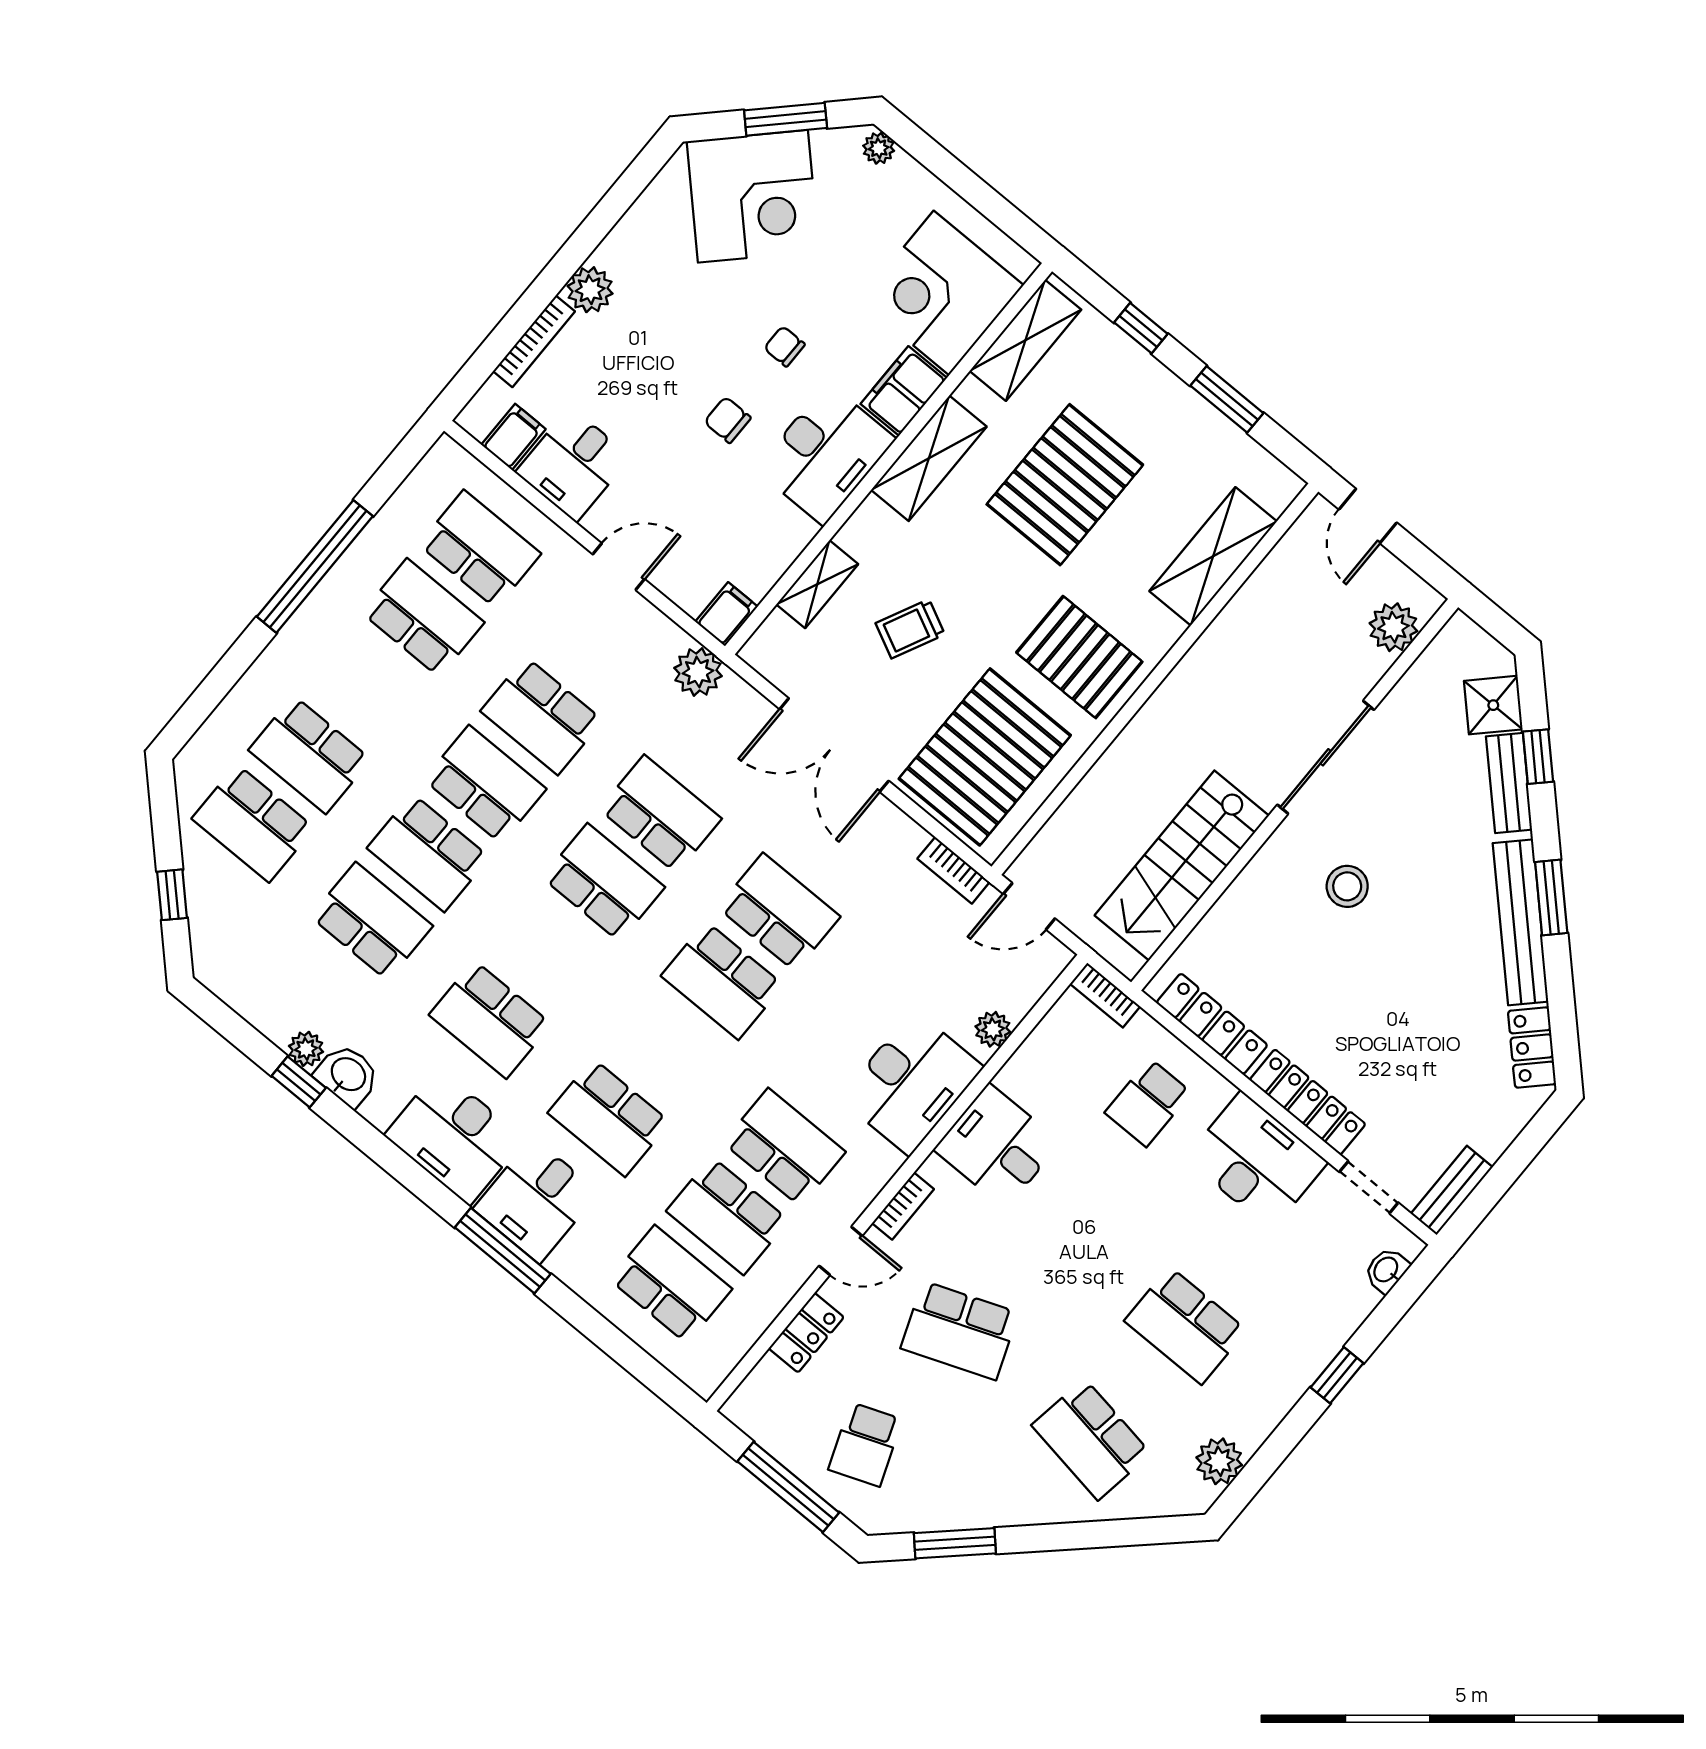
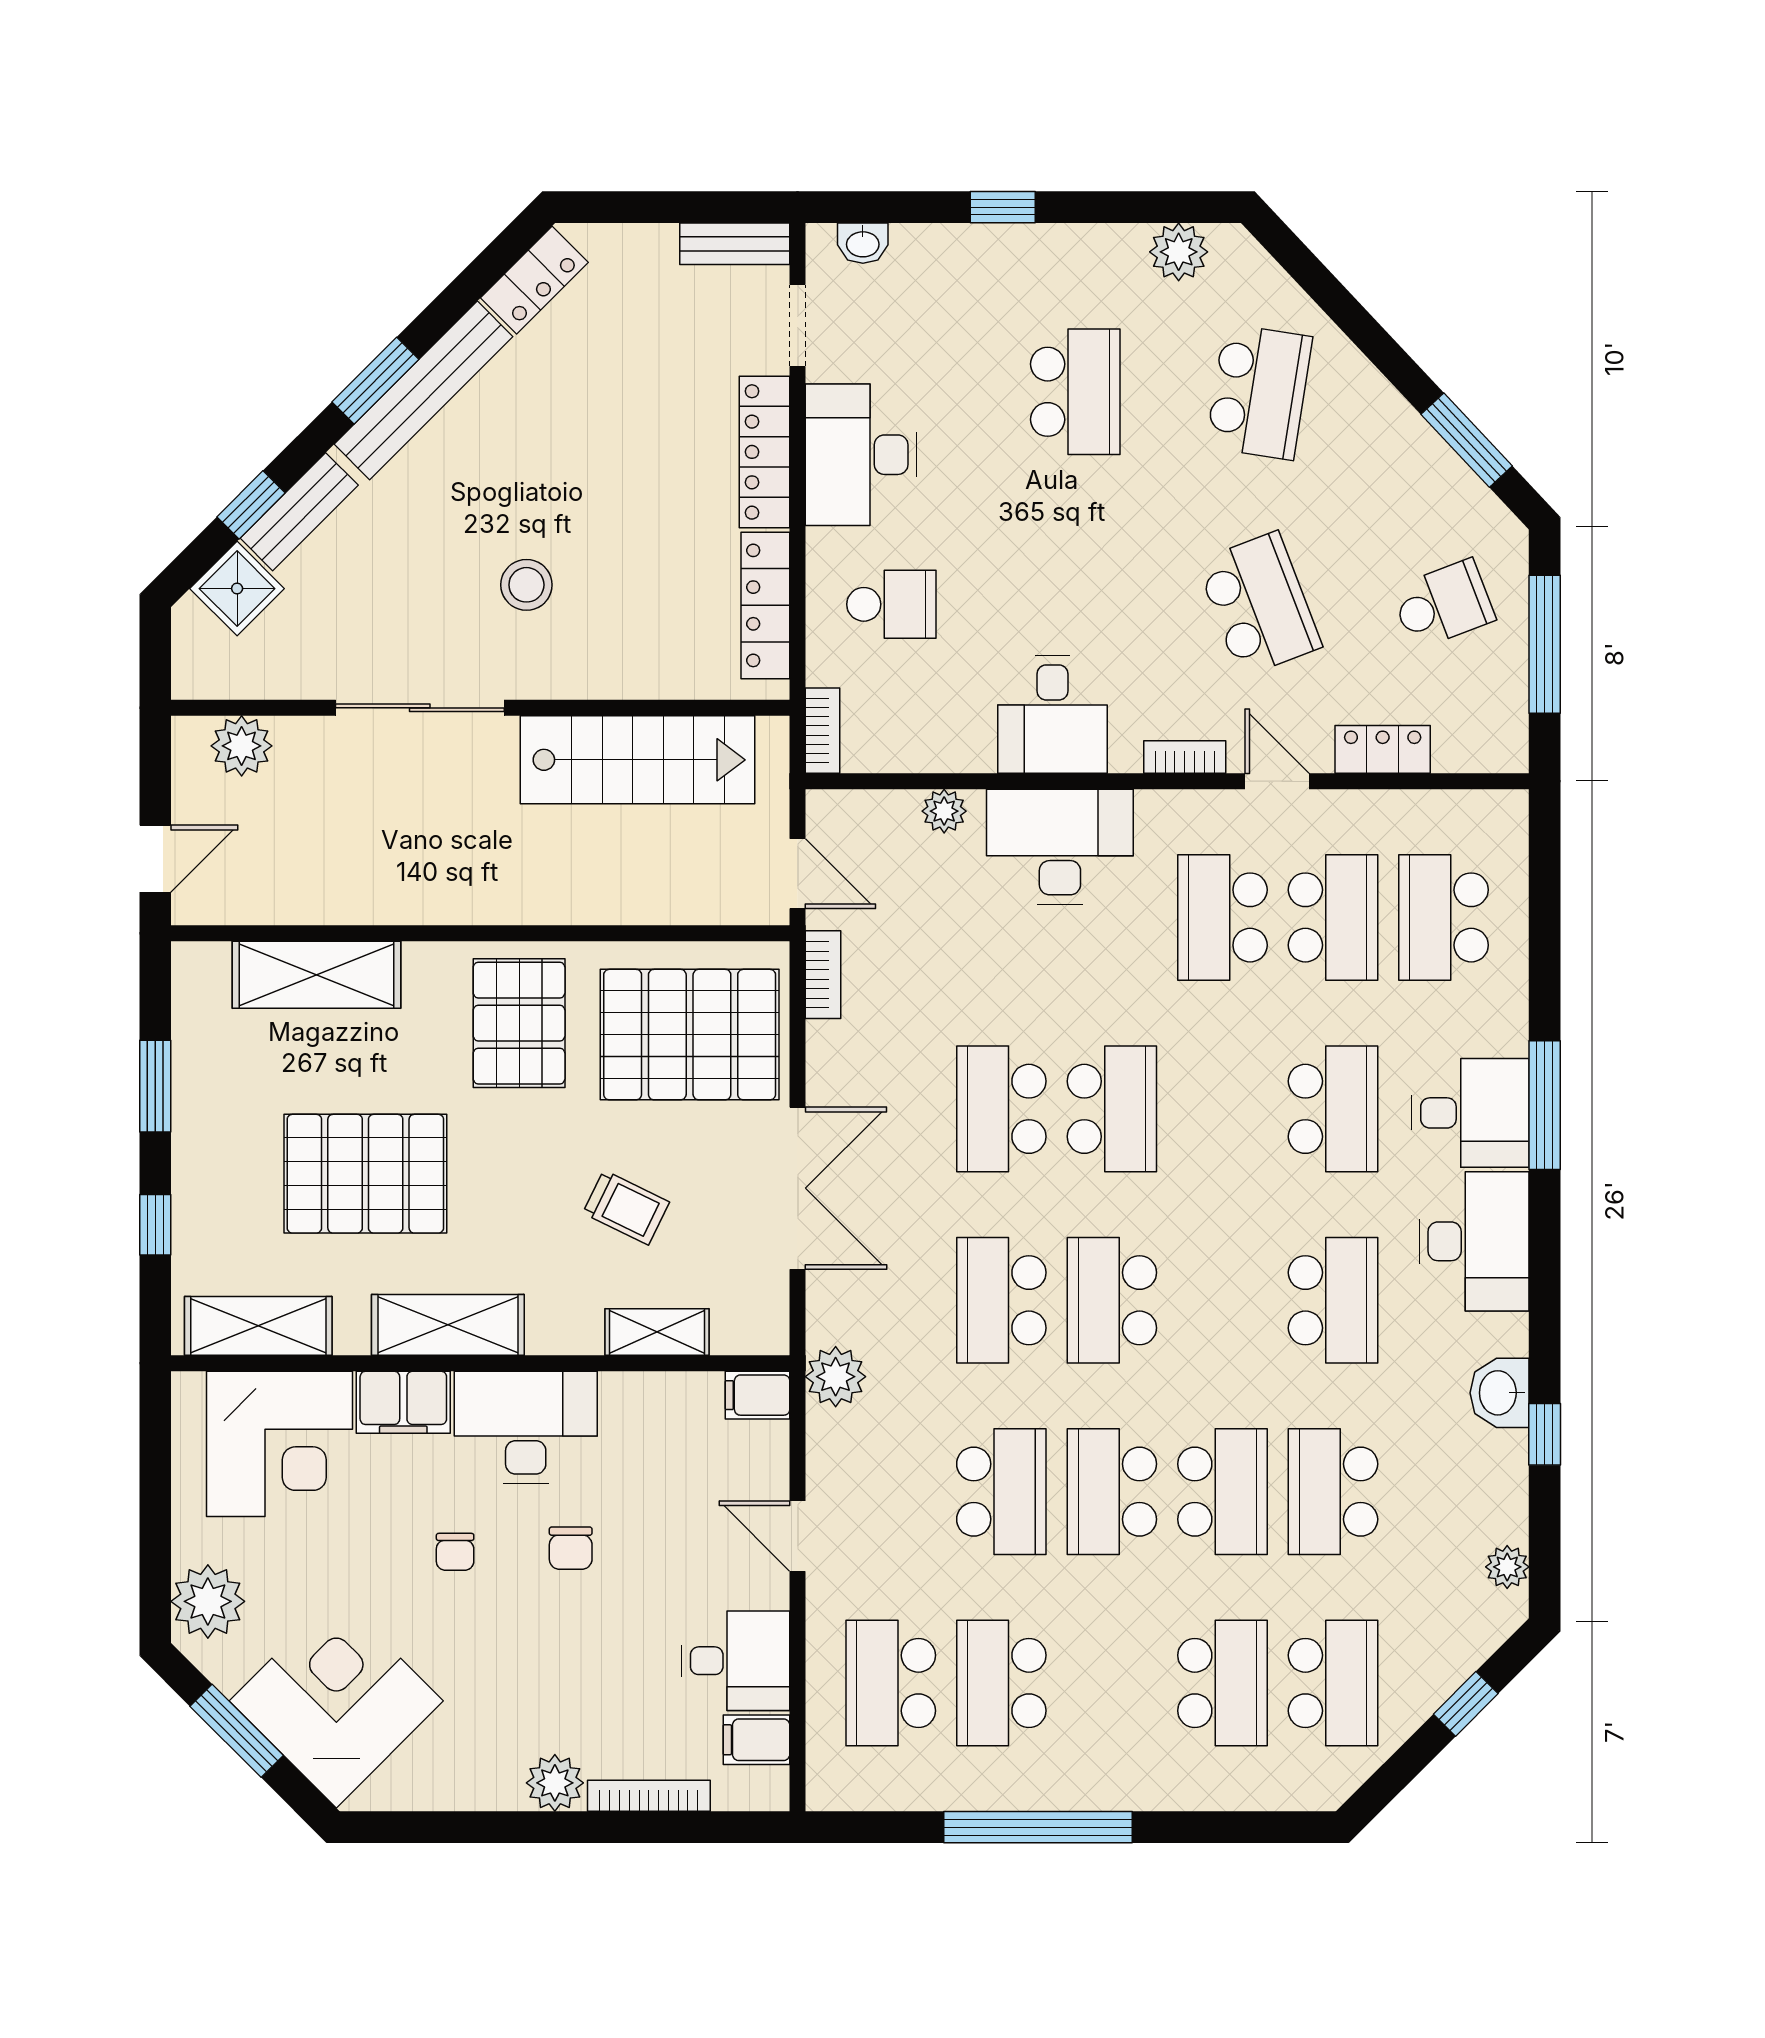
plant: (879, 148) -> (208, 1601), width x1.87, depth x1.87
plant: (306, 1049) -> (1507, 1567), moved

